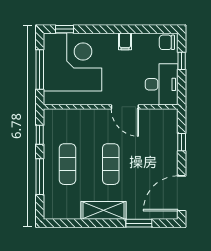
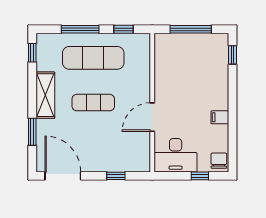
corner desk: (73, 62) -> (199, 63), removed
exercise mat: (67, 164) -> (93, 58), width x1.36, depth x1.45
window: (62, 223) -> (32, 53), added

